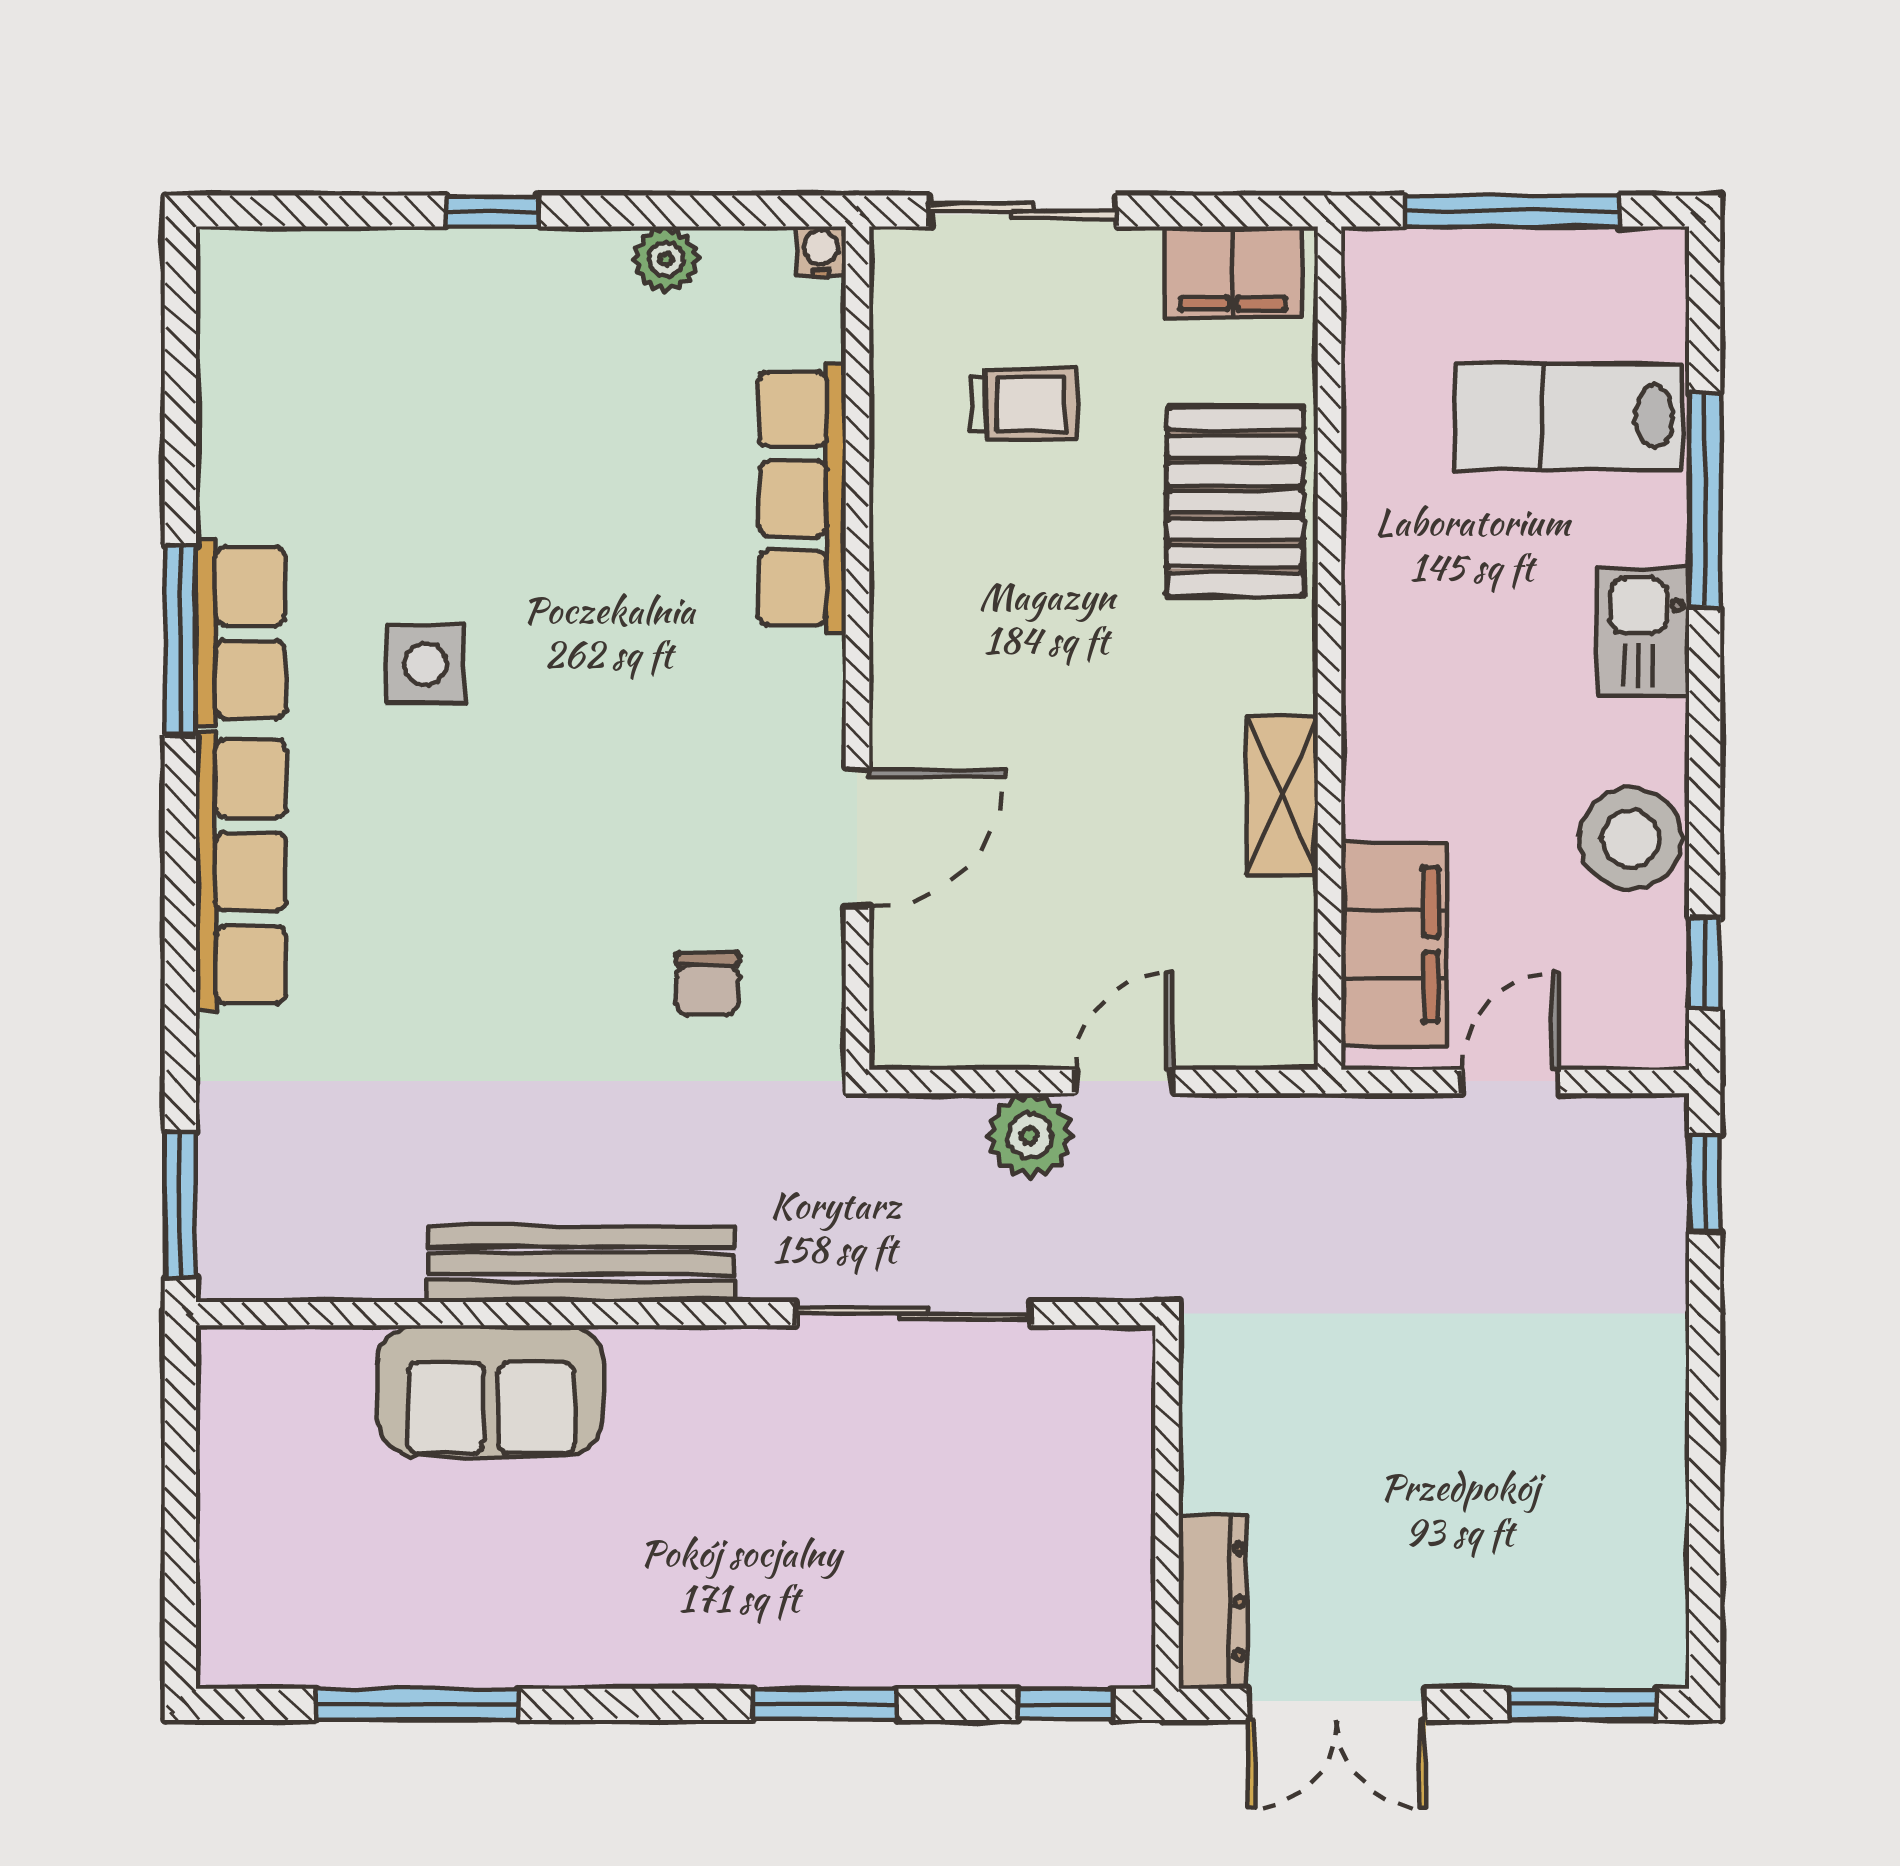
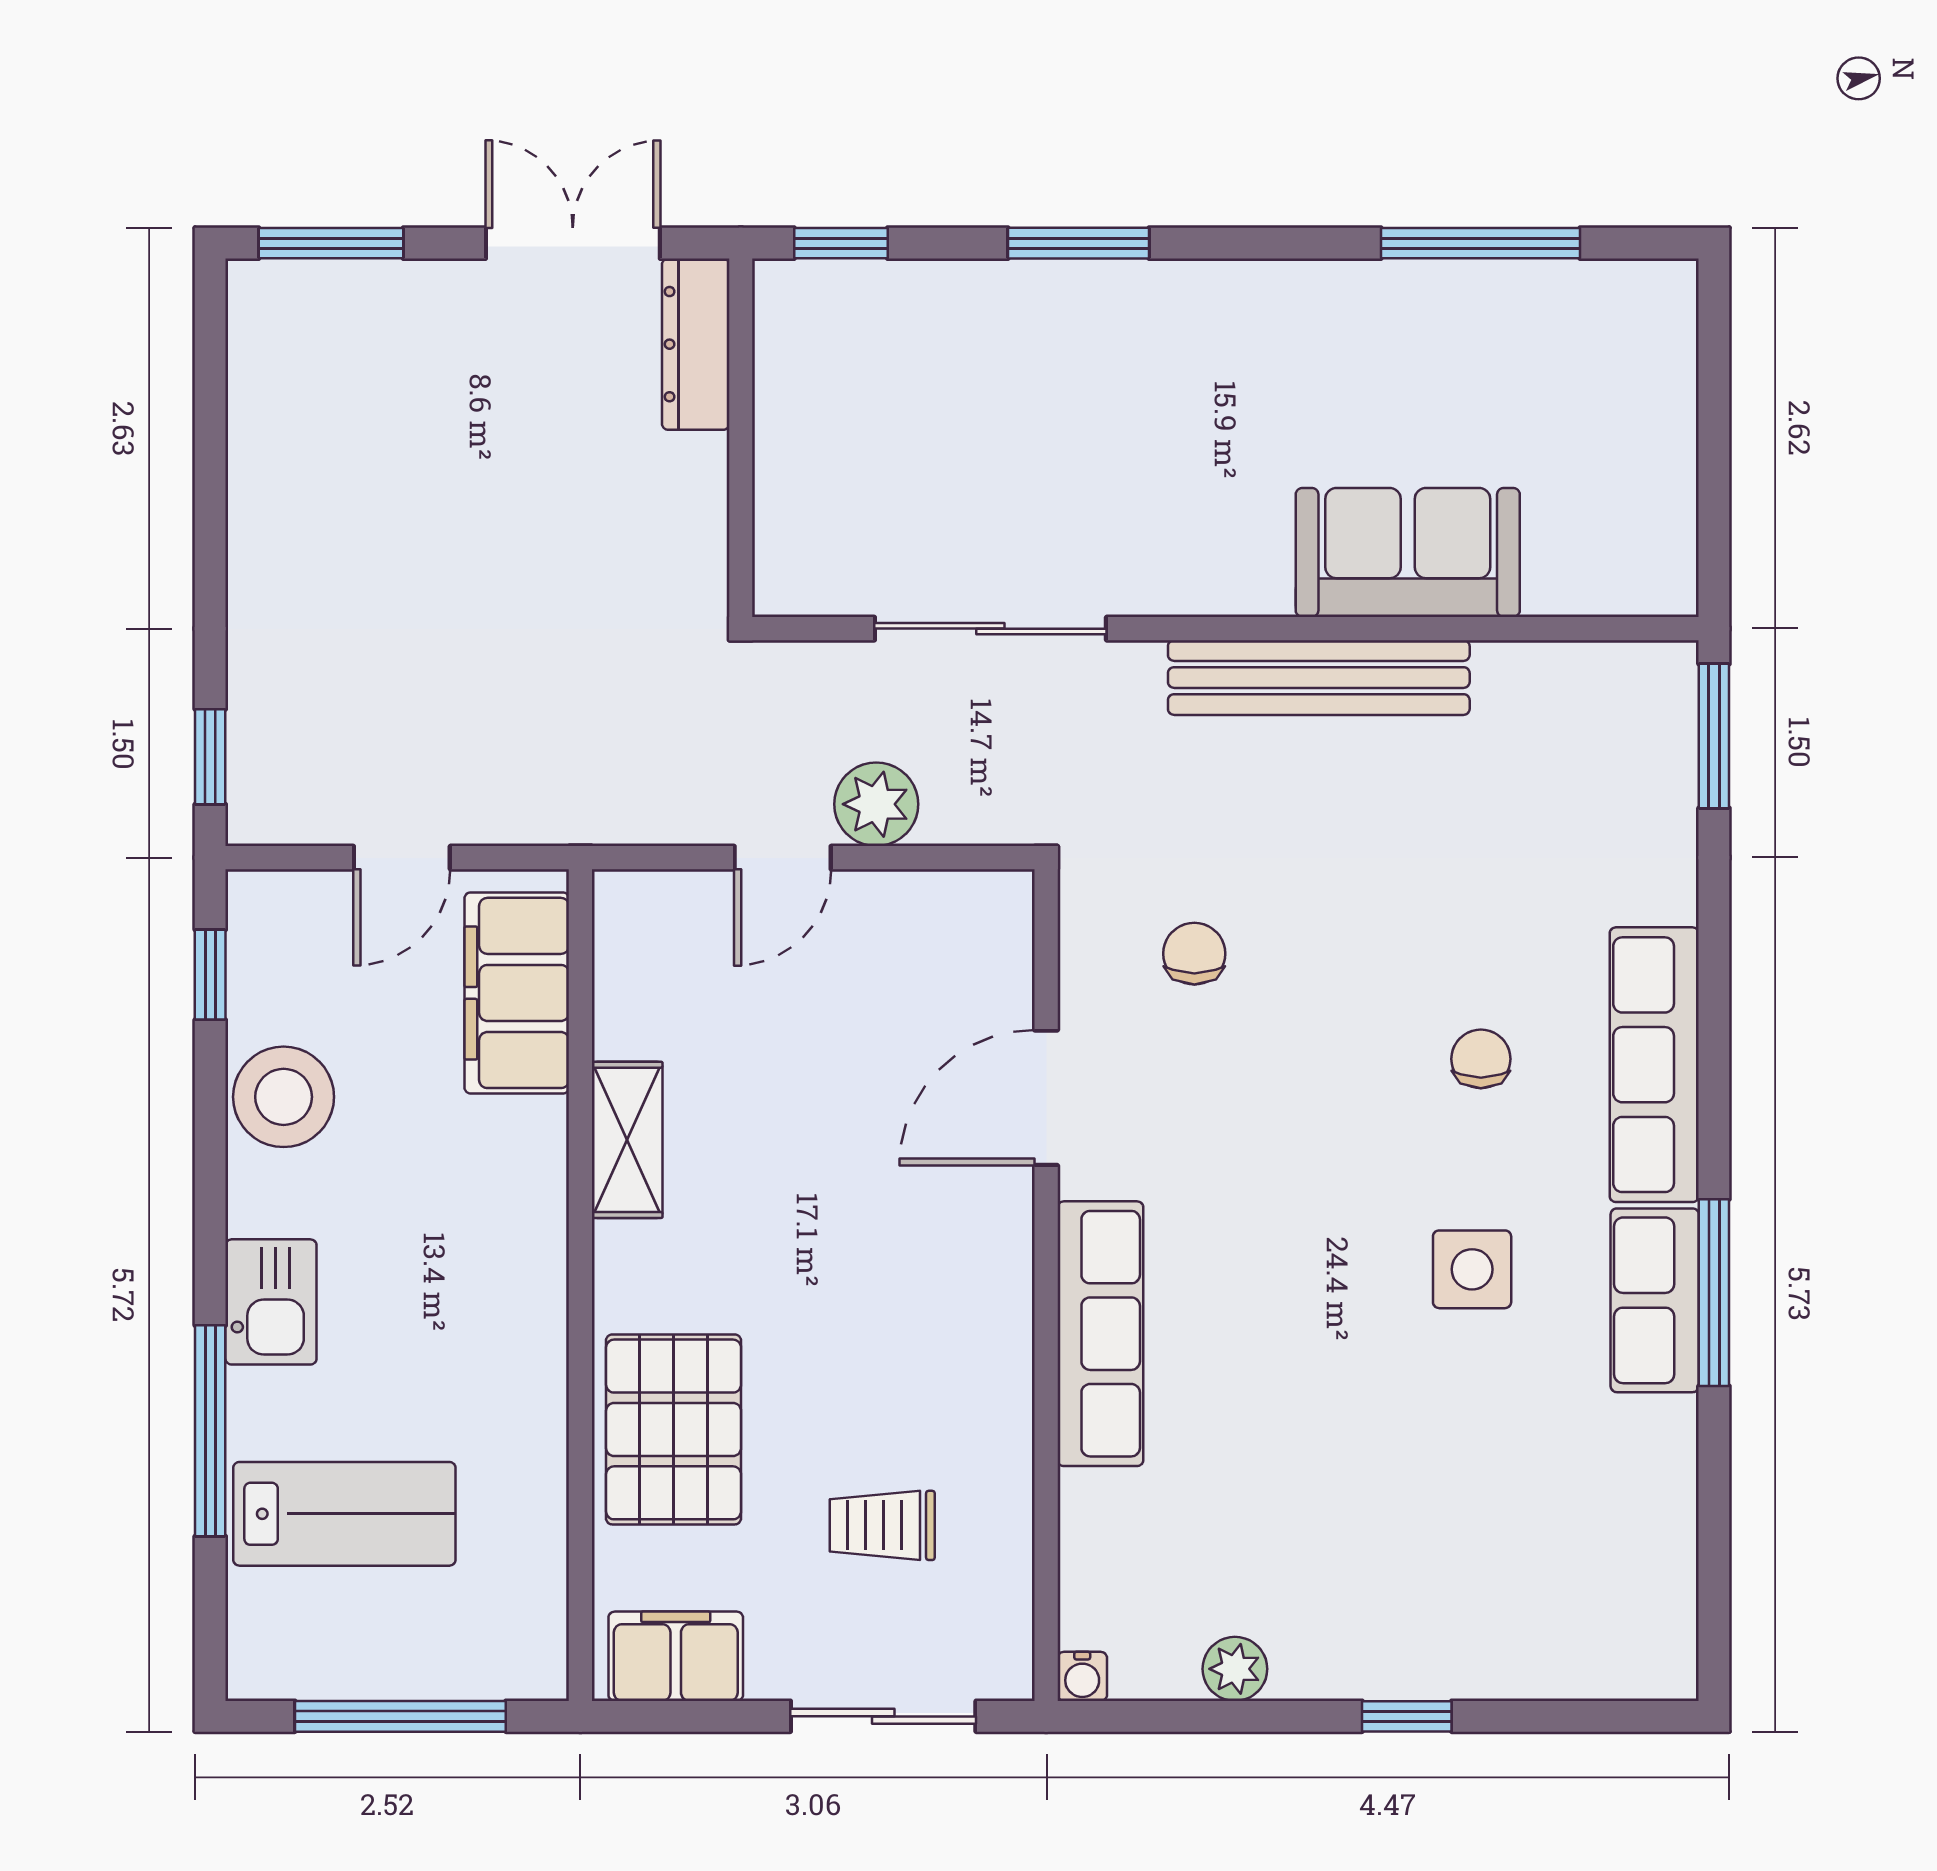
row of seats: (802, 499) -> (1100, 1334), moved
chair: (417, 877) -> (1481, 1059), added

